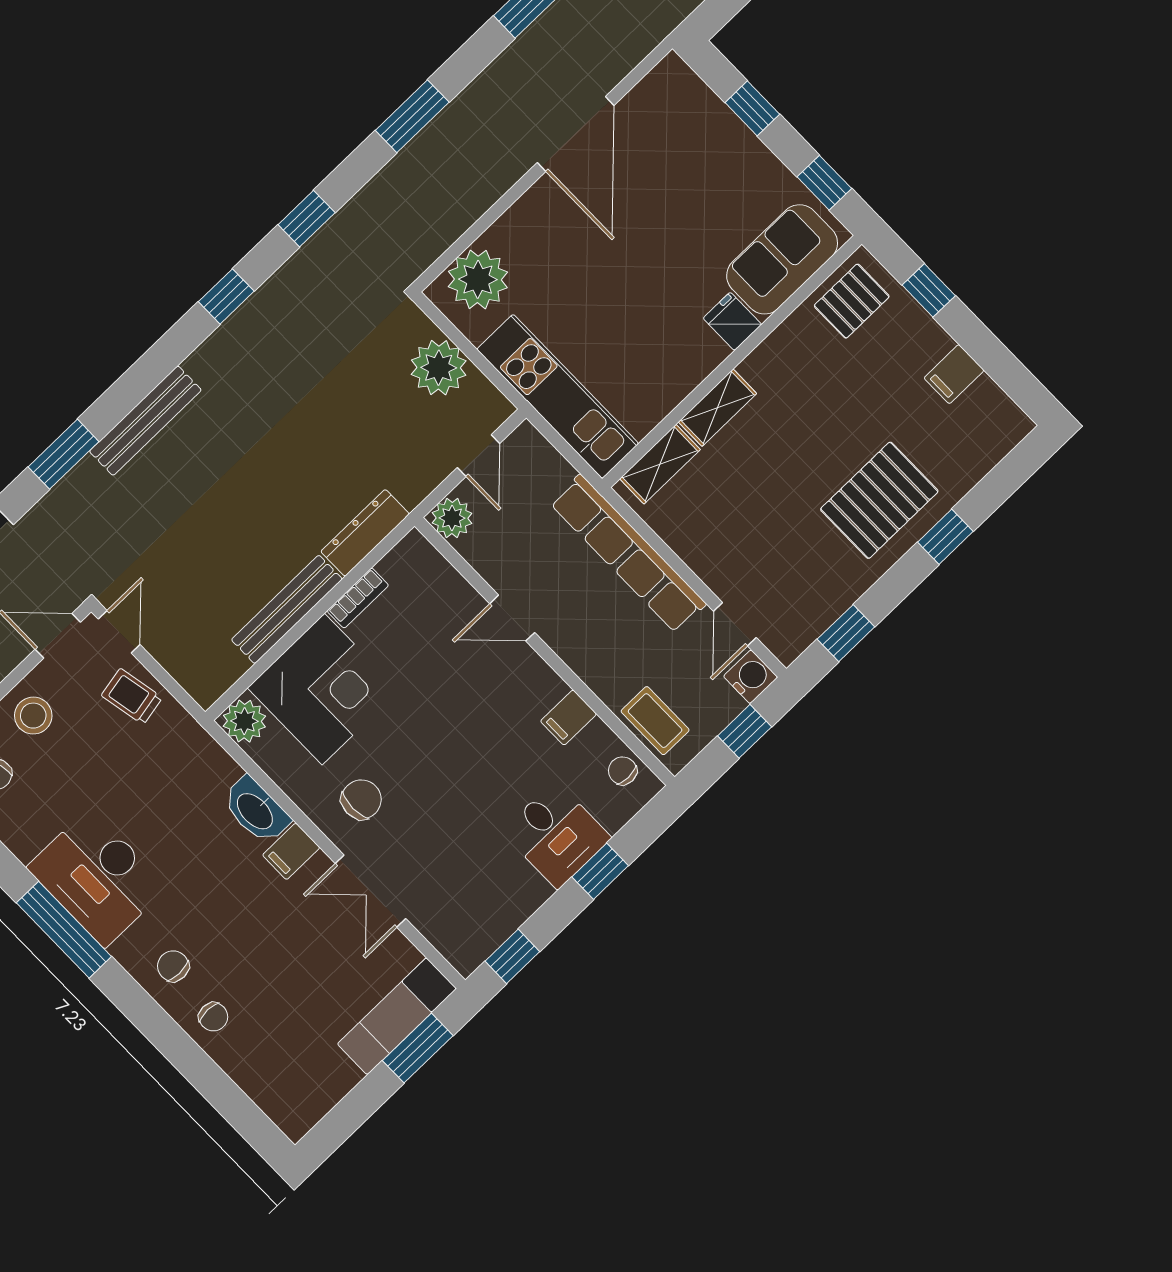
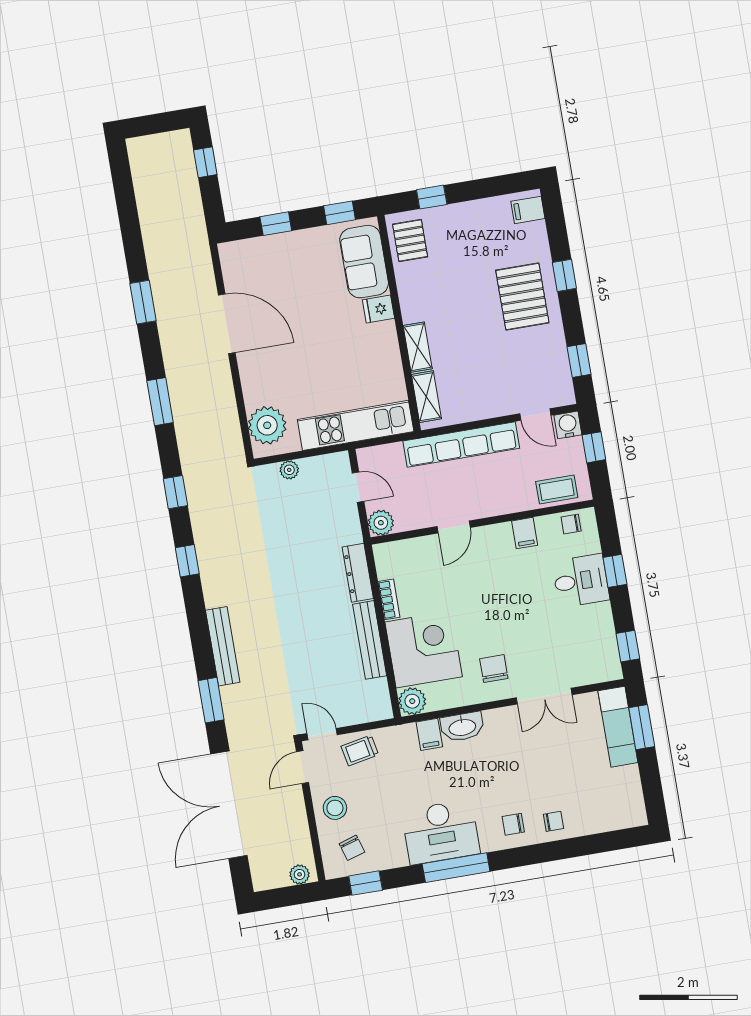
plant: (439, 368) -> (289, 470), width x0.53, depth x0.53
filing cabinet: (954, 374) -> (528, 210), moved, turned 90
filing cabinet: (291, 851) -> (429, 734), moved

